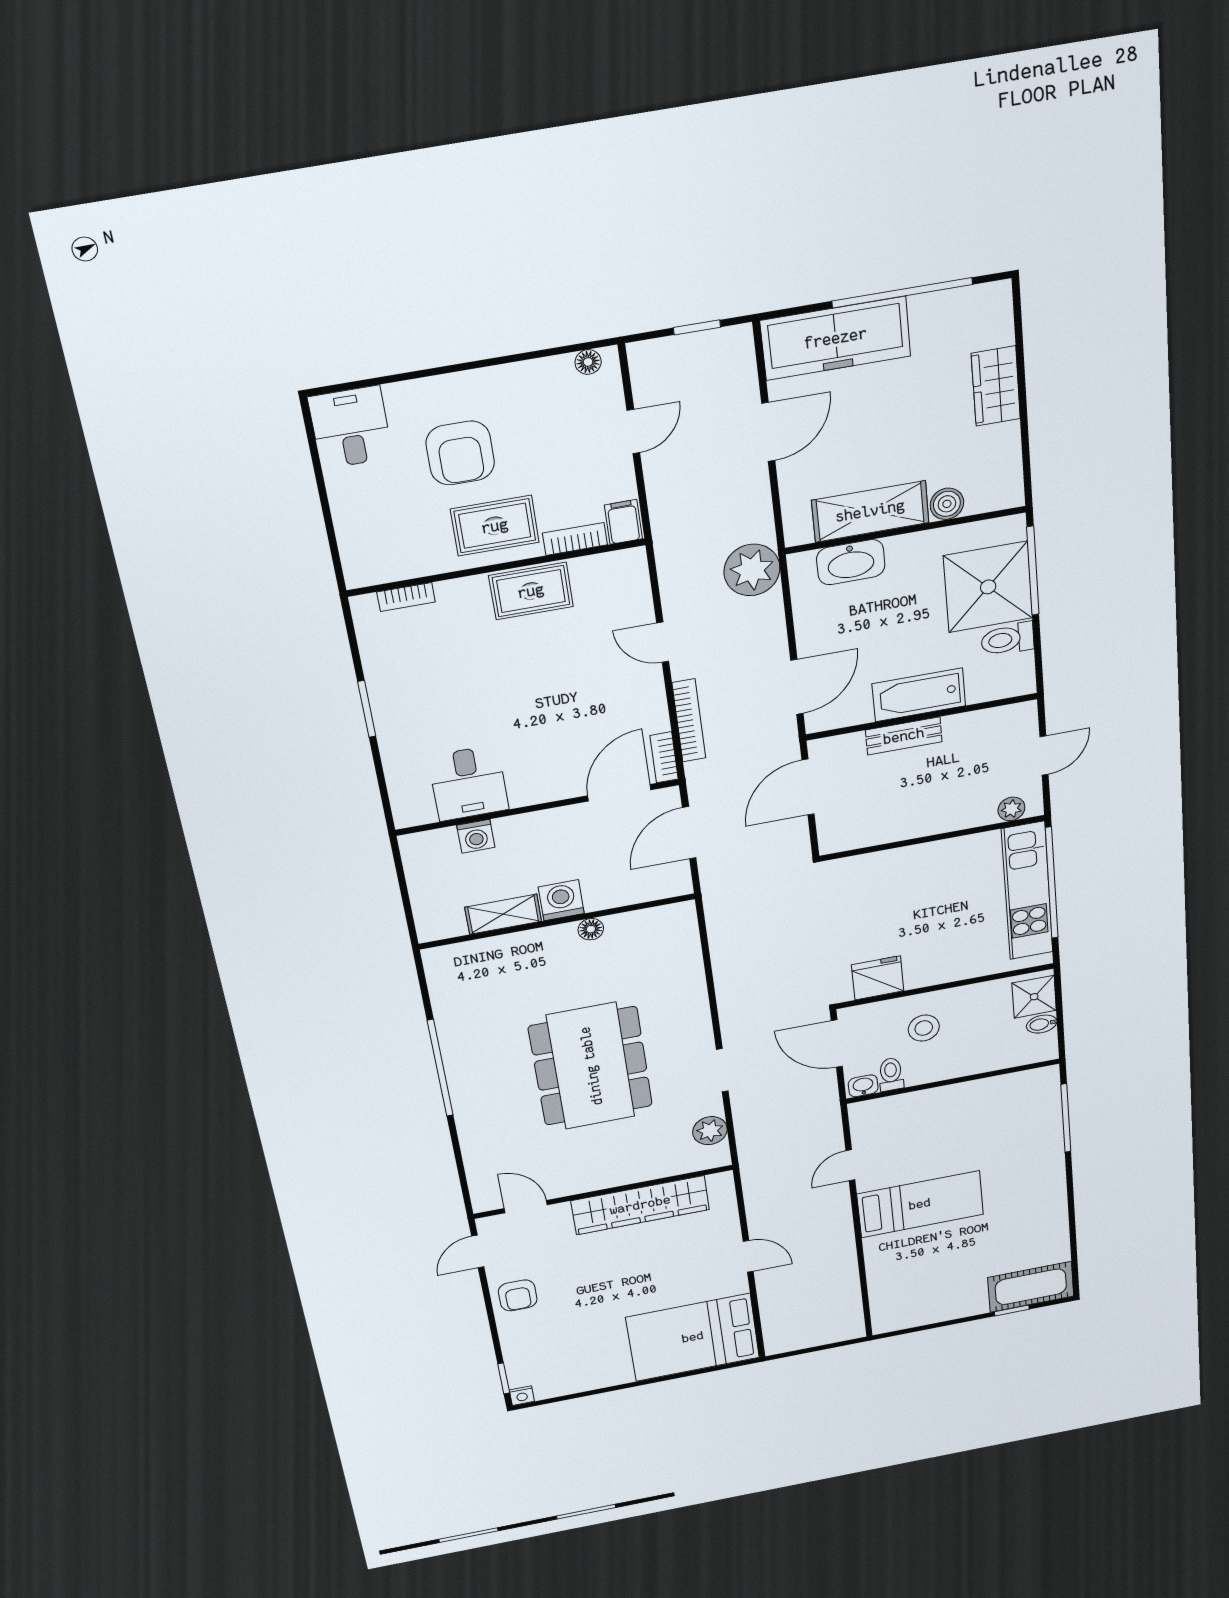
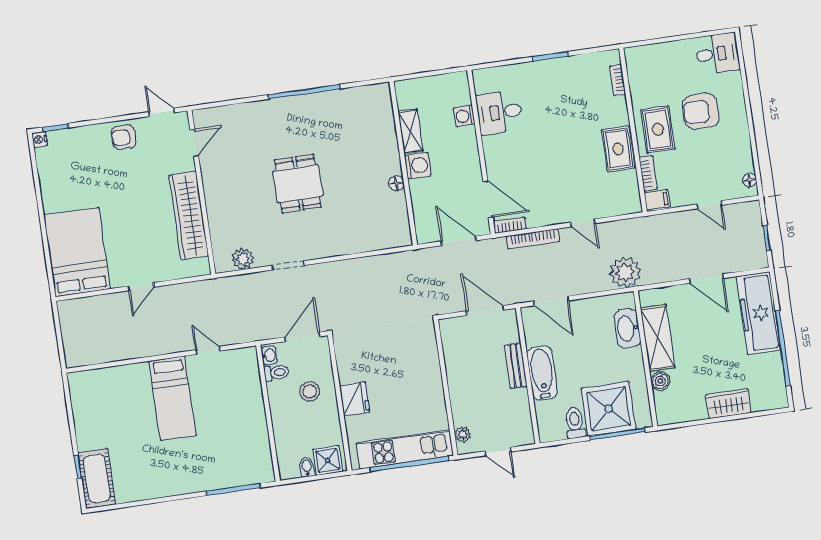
door: (663, 642) -> (583, 223), swing flipped
fridge: (878, 978) -> (355, 399), moved
dining table: (591, 1066) -> (298, 184), width x0.53, depth x0.80

